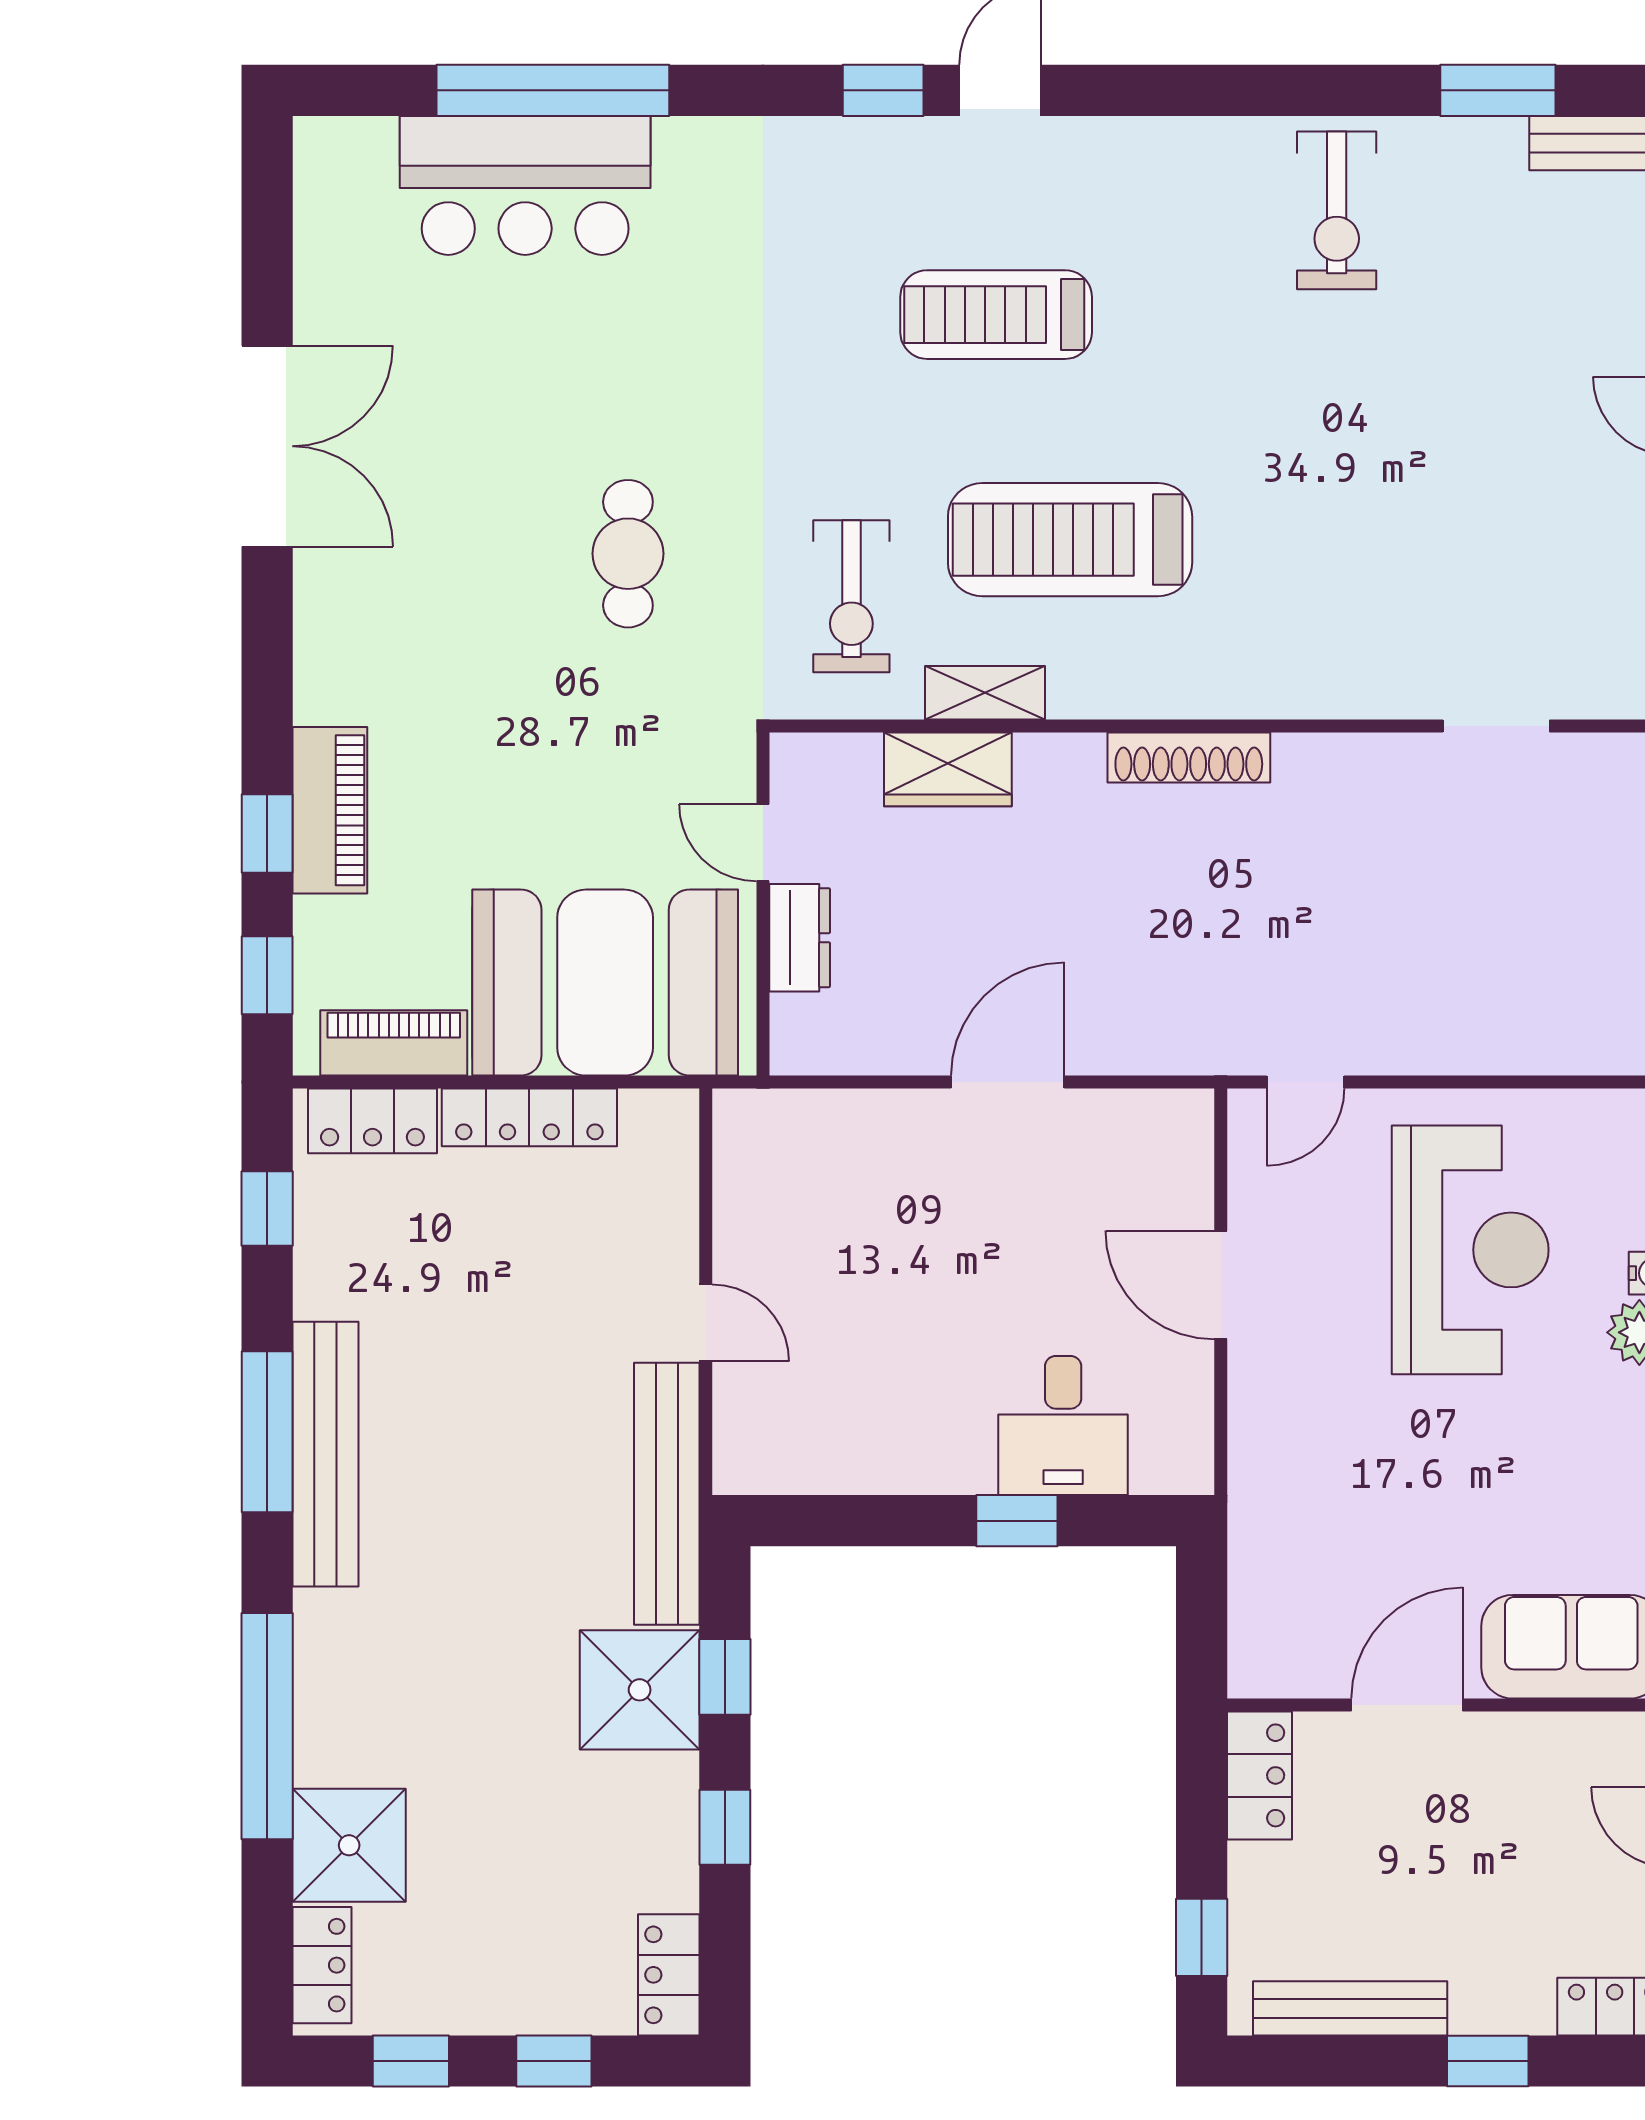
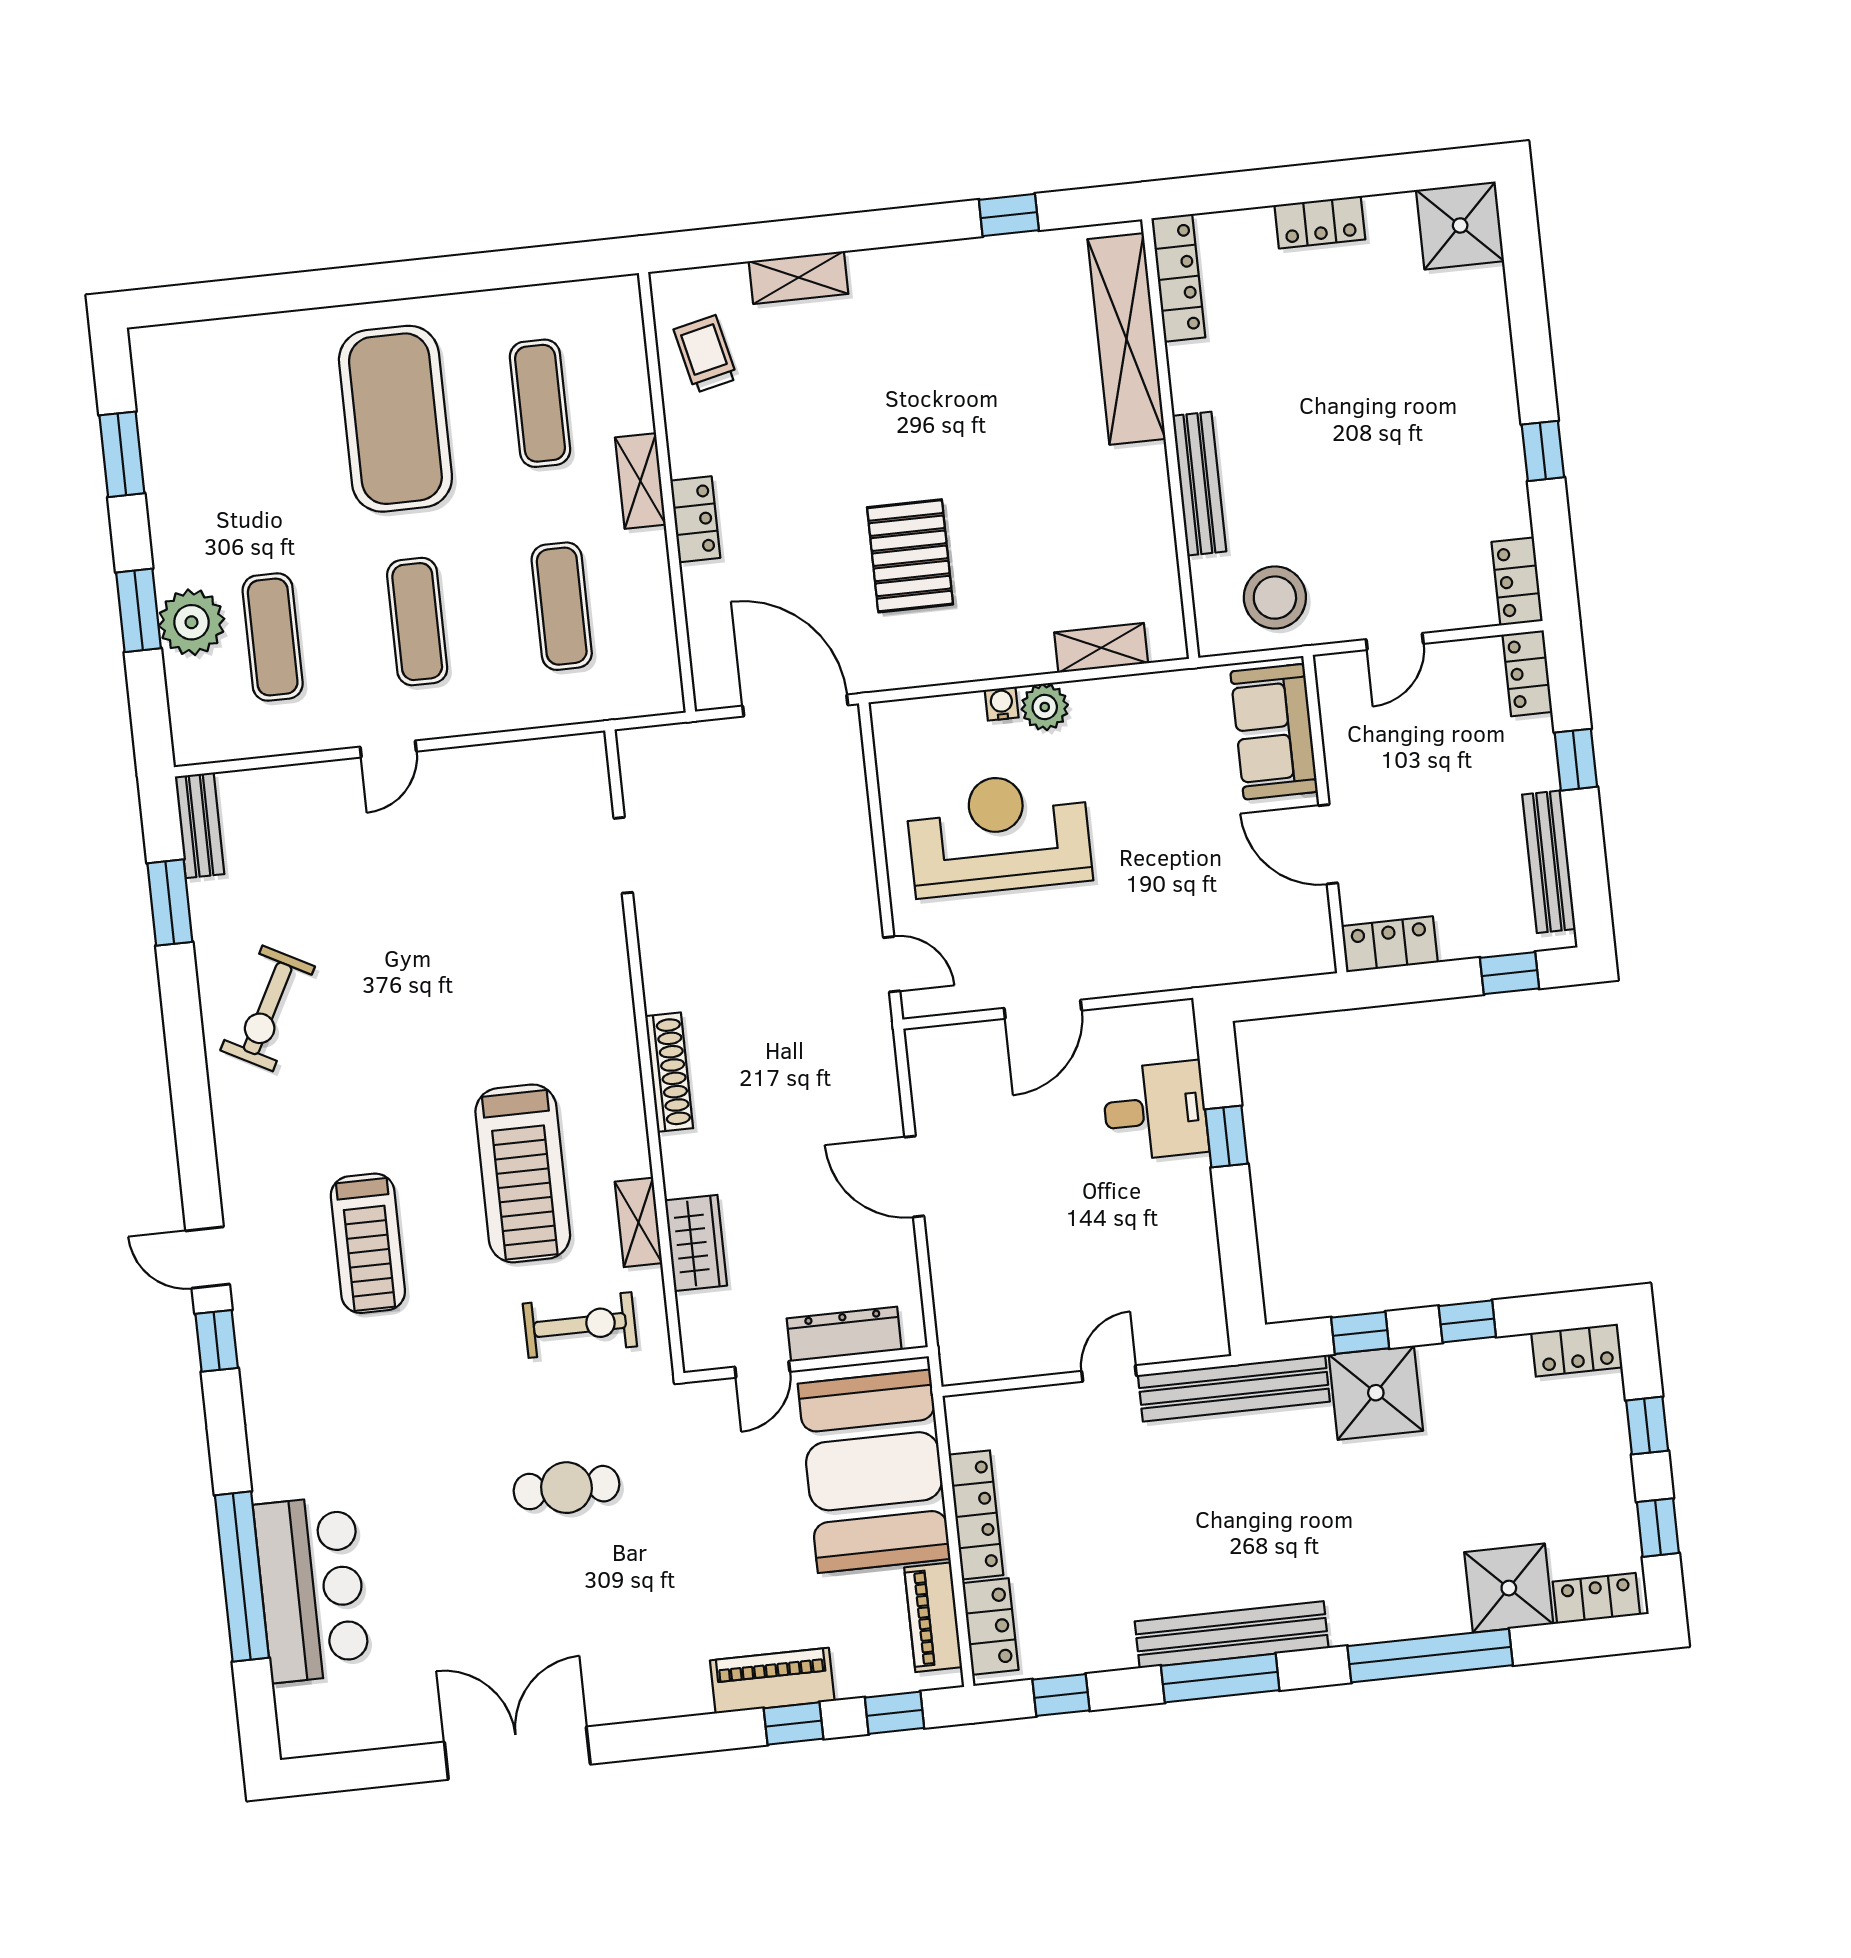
exercise bike: (1337, 210) -> (268, 1008), turned 118
dresser: (800, 938) -> (844, 1334), width x1.44

